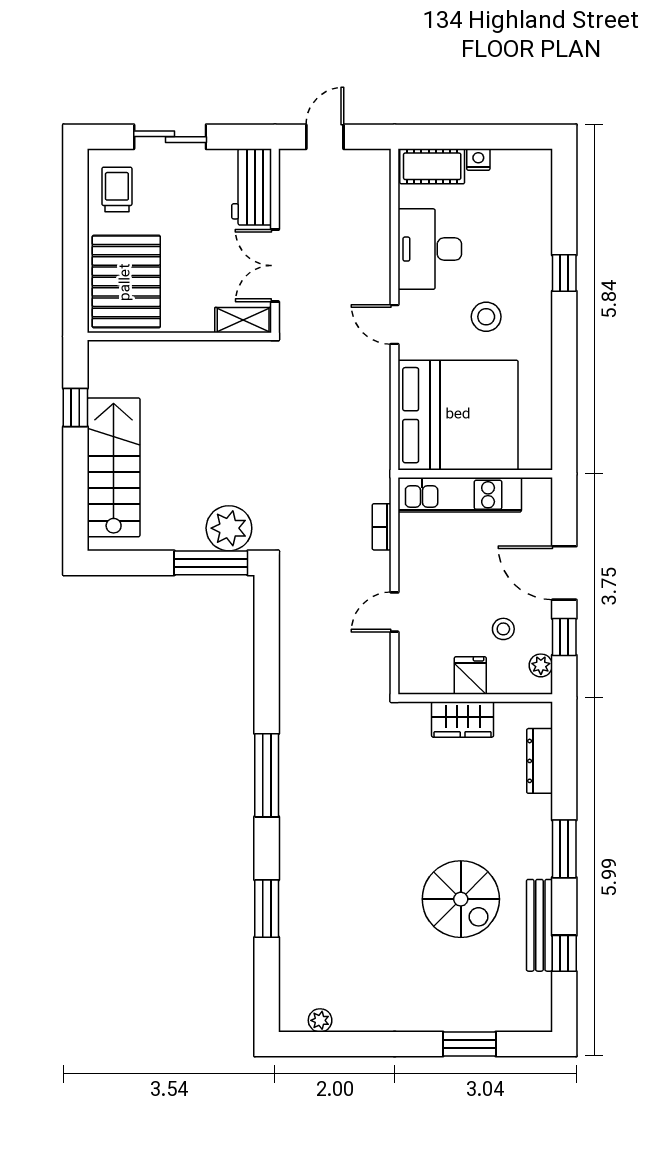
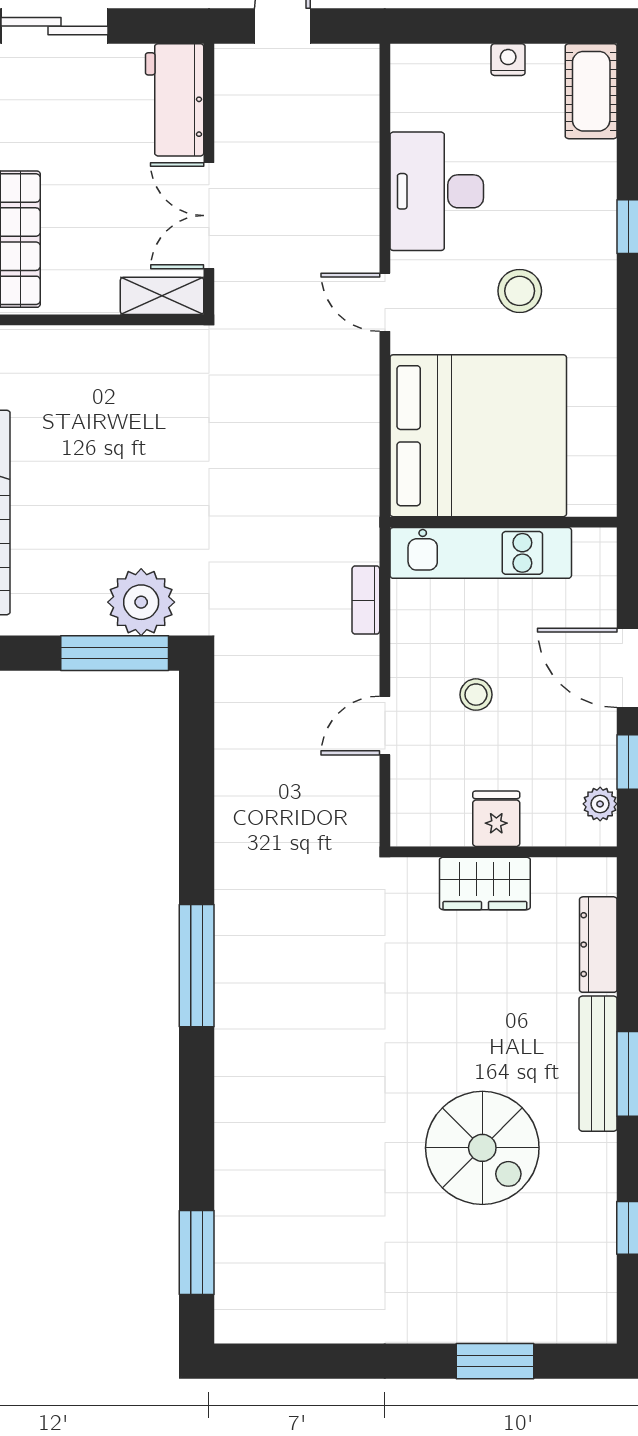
cot: (432, 166) -> (591, 91), moved, turned 90
stool: (503, 629) -> (476, 695), moved
window: (267, 909) -> (197, 1253), moved
bench: (539, 925) -> (598, 1064), moved
plant: (320, 1020) -> (275, 1326), removed

